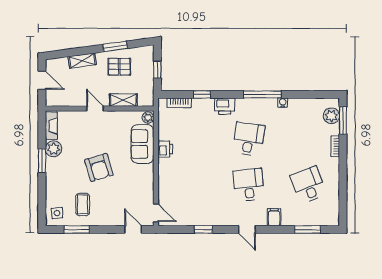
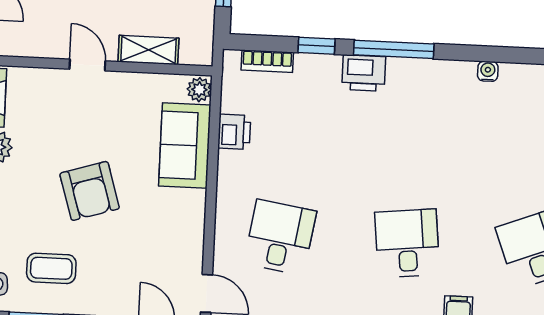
window: (262, 94) -> (394, 49), moved
desk: (249, 139) -> (280, 237), moved
printer: (165, 149) -> (234, 132), moved
coffee table: (83, 204) -> (51, 268), turned 90

